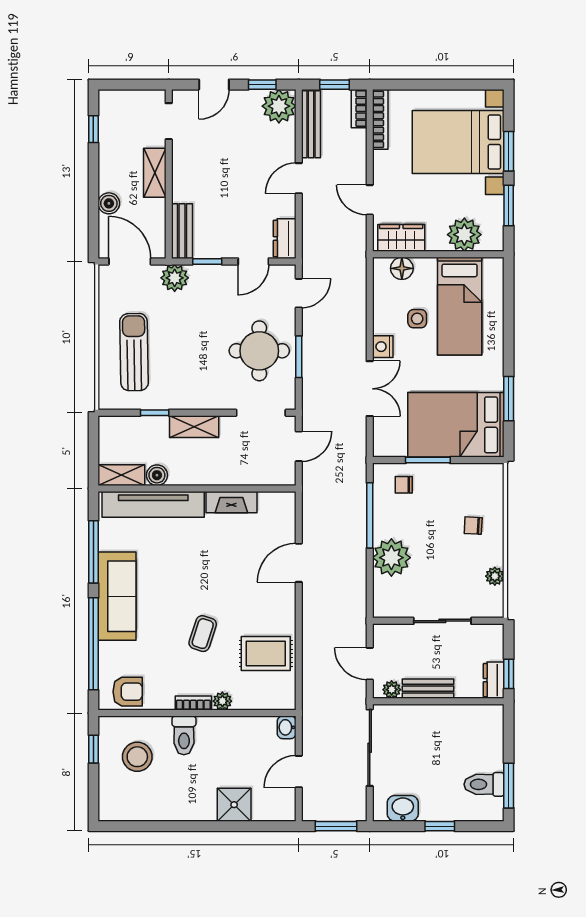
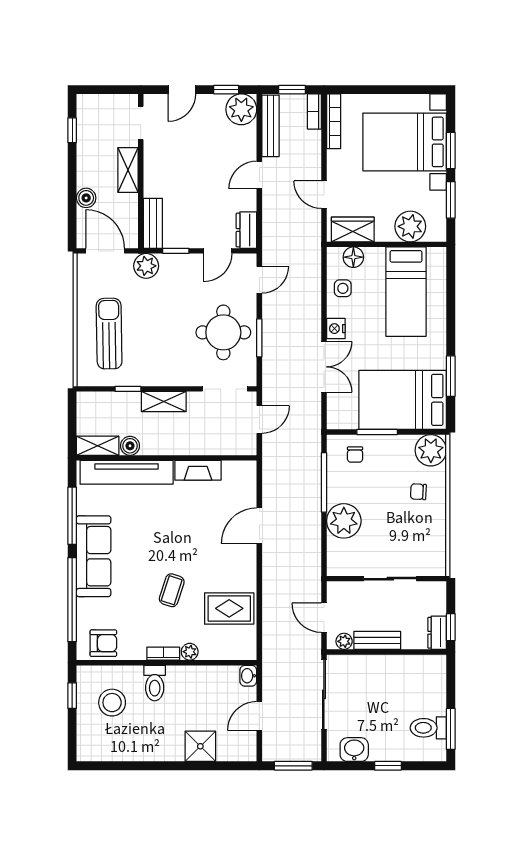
side table: (417, 319) -> (343, 288), moved
chair: (404, 485) -> (355, 455), turned -90
plant: (495, 576) -> (431, 450), moved, width x1.87, depth x1.87

